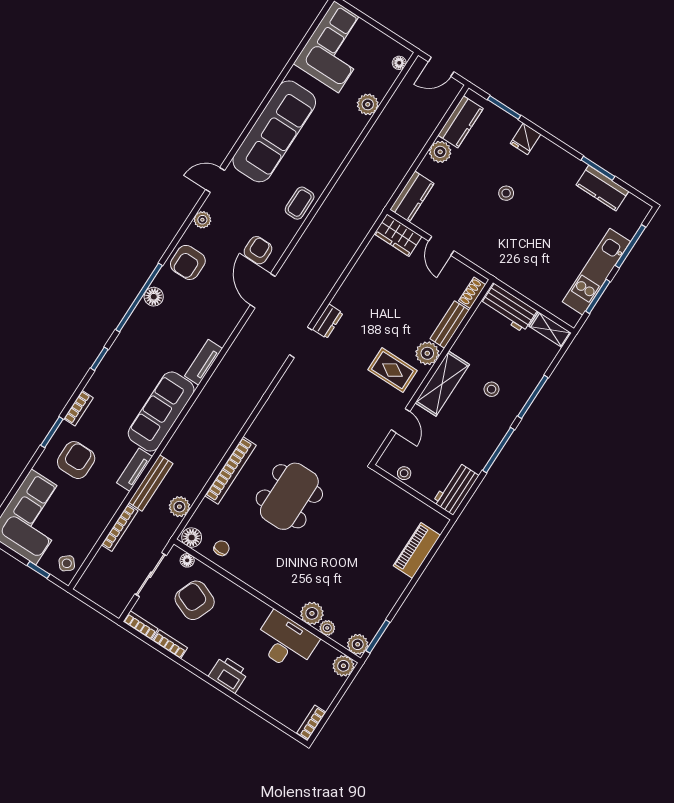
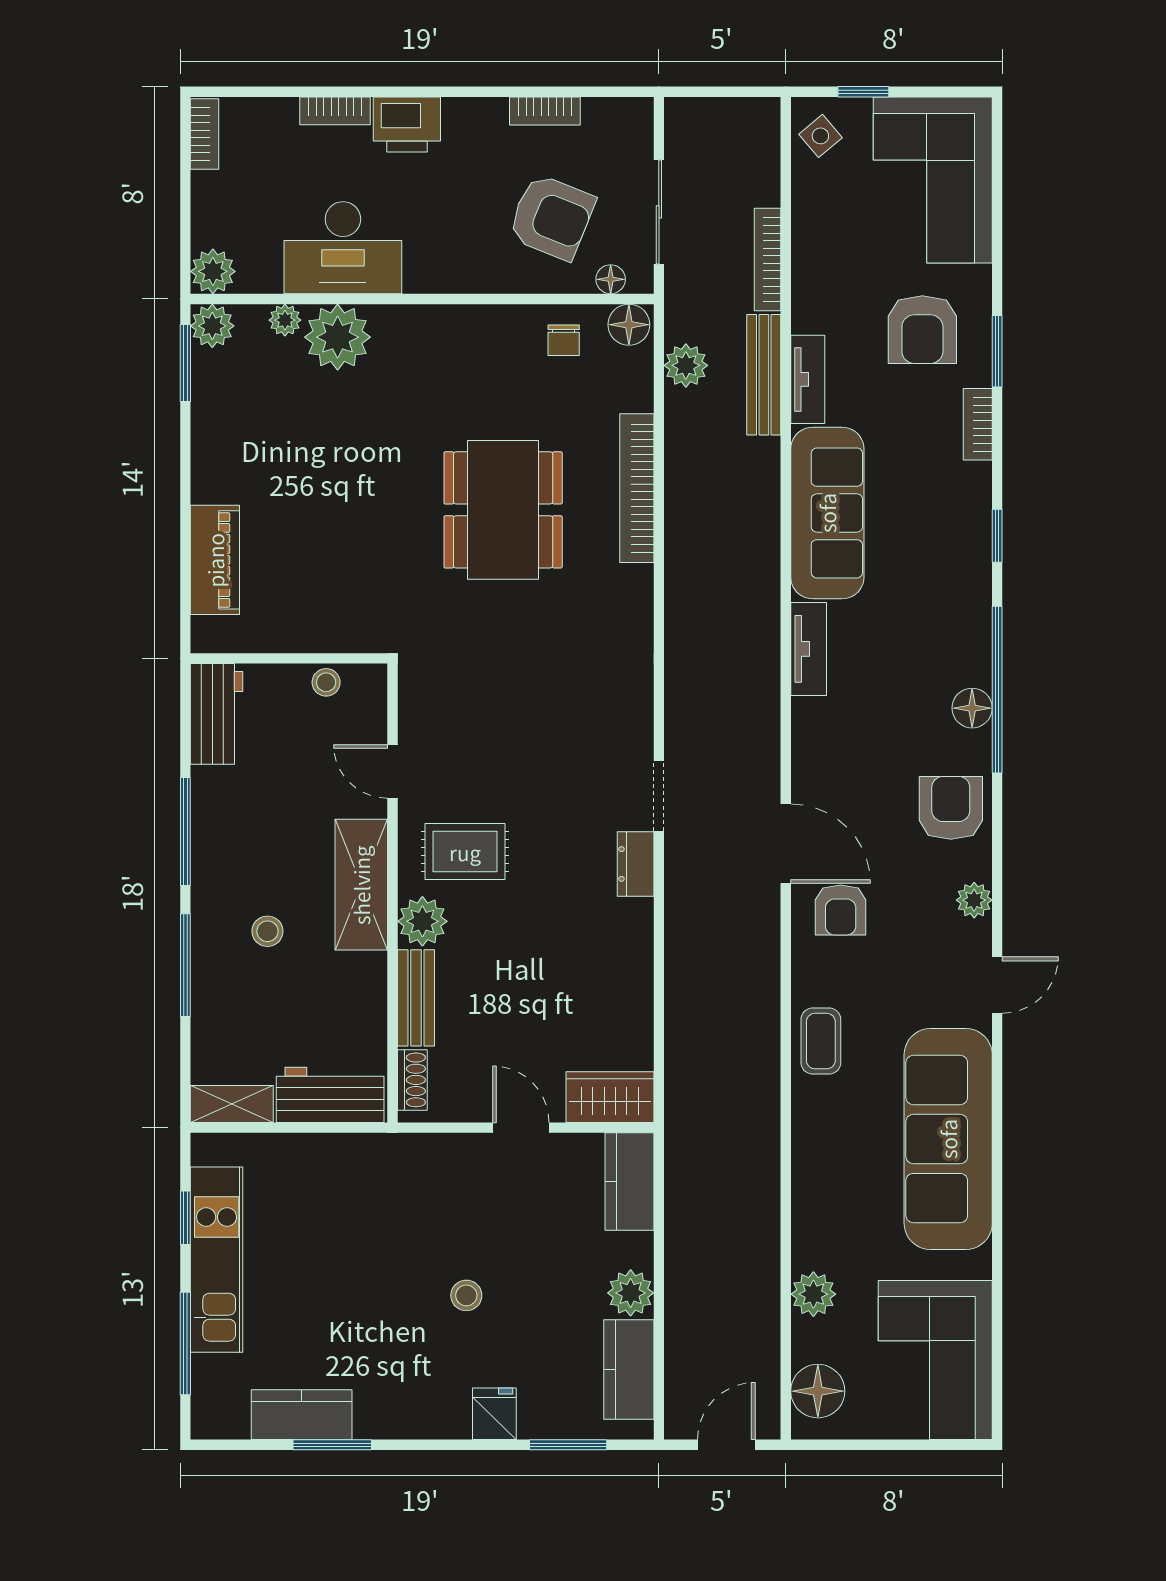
floor lamp: (399, 63) -> (818, 1391), width x1.89, depth x1.89
window: (598, 296) -> (185, 1218), width x0.67
plant: (312, 613) -> (338, 337), width x1.36, depth x1.36
bookcase: (141, 625) -> (335, 111), moved

